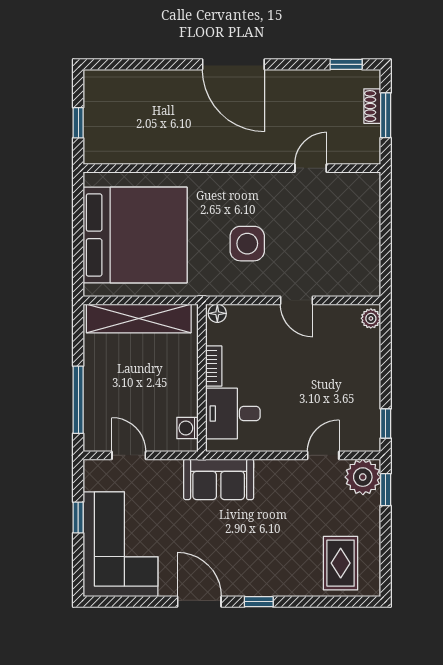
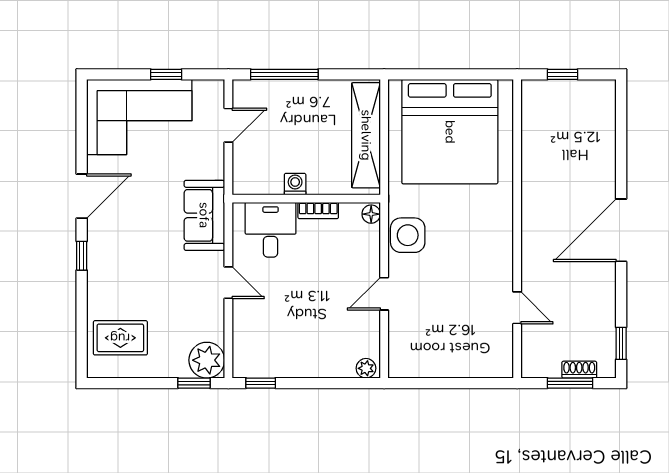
side table: (247, 244) -> (408, 235), moved
washing machine: (187, 428) -> (295, 184), moved
door: (323, 455) -> (228, 283), moved

